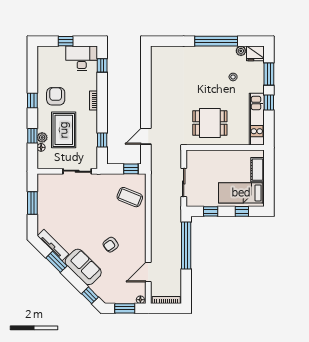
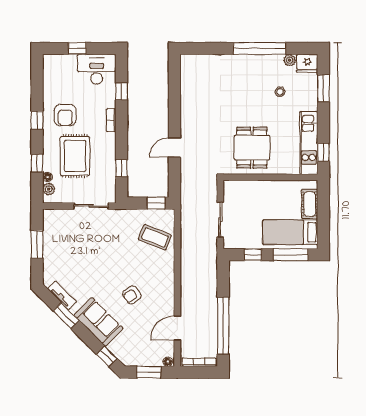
window: (102, 65) -> (121, 91), moved
armchair: (56, 96) -> (65, 115), turned 180
window: (269, 103) -> (323, 152), moved
dining table: (210, 123) -> (252, 148), turned 90
door: (146, 136) -> (174, 147), moved
plant: (42, 137) -> (49, 189), moved
window: (242, 211) -> (291, 255), width x2.17
tv unit: (53, 245) -> (62, 295), width x0.71
window: (186, 246) -> (223, 326), moved

